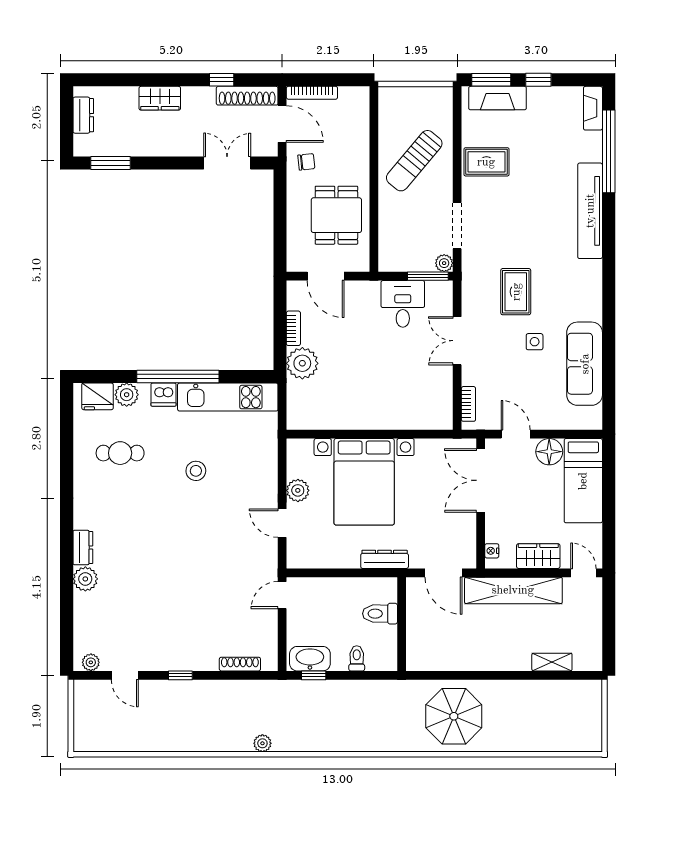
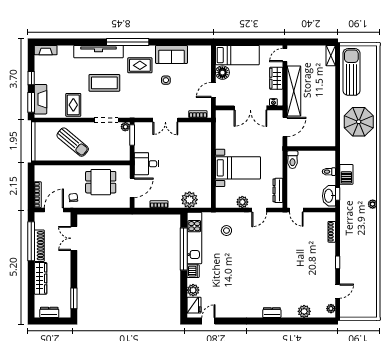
window: (222, 80) -> (31, 241), width x3.17
shoe rack: (247, 96) -> (39, 246), moved
wardrobe: (160, 98) -> (41, 278), width x1.50
window: (609, 151) -> (128, 42), moved
coffee table: (529, 222) -> (104, 83), added
rug: (516, 292) -> (140, 65), moved
desk: (403, 304) -> (146, 164), moved
plant: (302, 363) -> (189, 200), moved
sofa: (585, 364) -> (171, 54), width x0.73
window: (178, 377) -> (184, 249), moved
door: (67, 424) -> (208, 321), added
cafe table: (120, 453) -> (223, 293), removed
stool: (196, 471) -> (226, 231), moved
double door: (481, 480) -> (250, 108), moved
bed with nightstands: (364, 482) -> (238, 168), width x0.73
dresser: (385, 559) -> (278, 190), moved
plant: (85, 579) -> (304, 311), moved
toilet: (380, 614) -> (292, 160), moved
shelving: (552, 662) -> (331, 56), moved
barbecue: (351, 692) -> (346, 174), added
sun lounger: (551, 702) -> (351, 72), added
plant: (262, 743) -> (373, 204), moved

